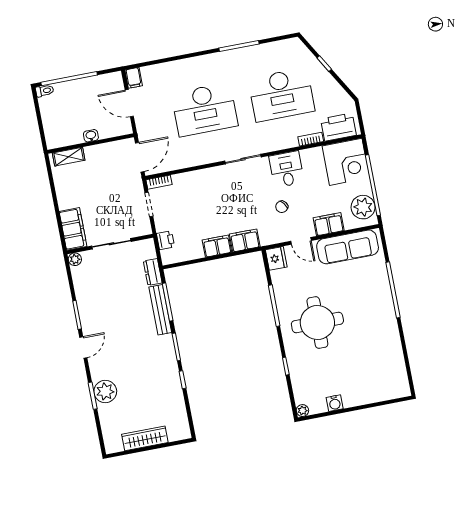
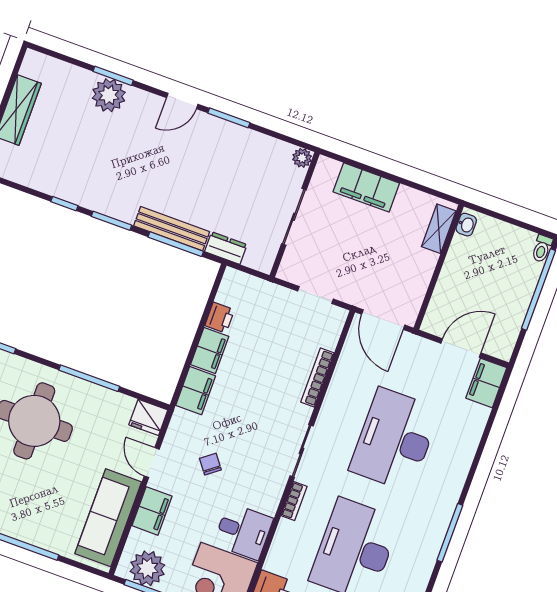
filing cabinet: (134, 78) -> (486, 383), width x2.00
washbasin: (91, 136) -> (466, 225), moved
bookcase: (311, 139) -> (294, 501), moved
desk: (287, 169) -> (243, 531), moved
bookcase: (159, 182) -> (317, 377), moved, width x1.56
filing cabinet: (73, 229) -> (366, 187), moved
printer: (165, 240) -> (220, 318), moved, turned -90
door: (301, 241) -> (152, 463), hinge flipped
door: (83, 347) -> (182, 101), hinge flipped

